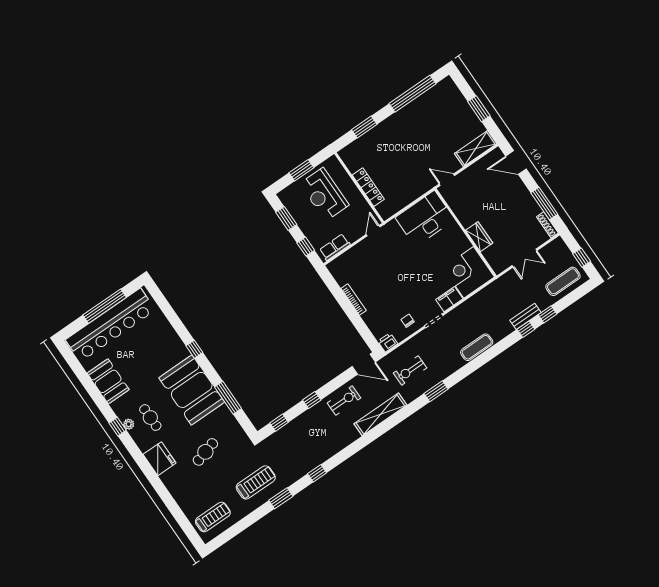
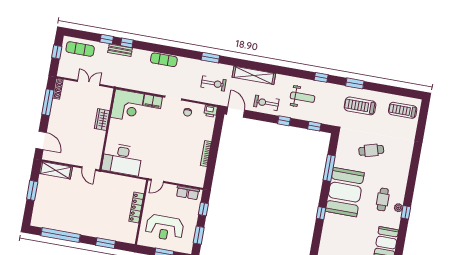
reception desk: (324, 194) -> (165, 228), turned 90
weight bench: (316, 438) -> (303, 97), added
fridge: (160, 459) -> (400, 172), removed

